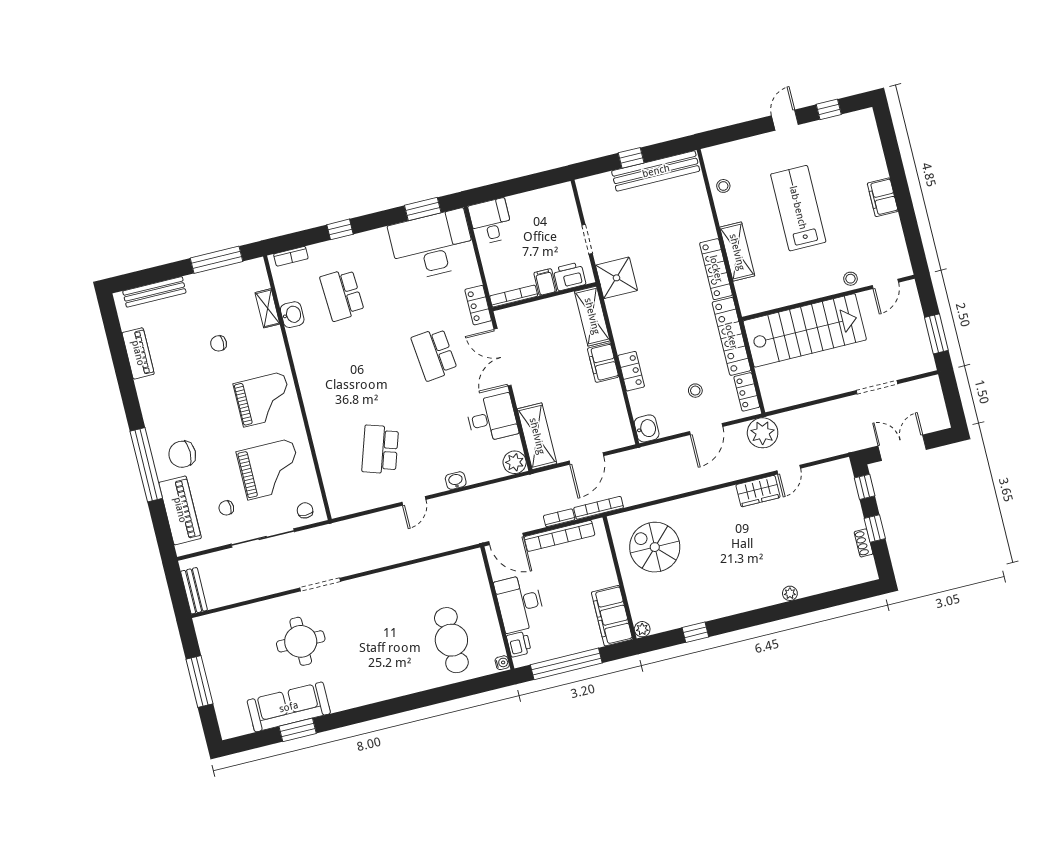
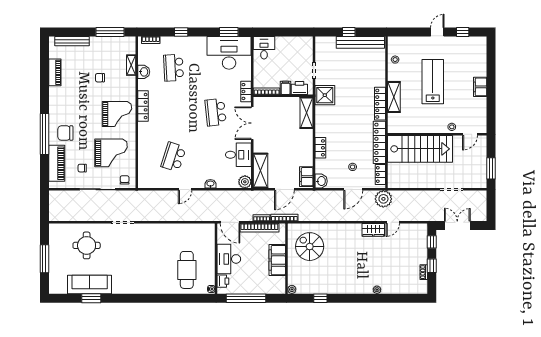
filing cabinet: (603, 363) -> (306, 177), moved
locker: (306, 374) -> (143, 106), added
bench: (194, 591) -> (54, 209), removed
filing cabinet: (612, 616) -> (277, 260), moved
round table: (301, 641) -> (87, 245), moved

